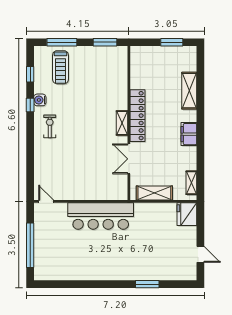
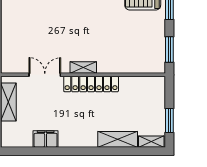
filing cabinet: (189, 134) -> (46, 139), moved
shelving: (191, 183) -> (151, 142), moved

